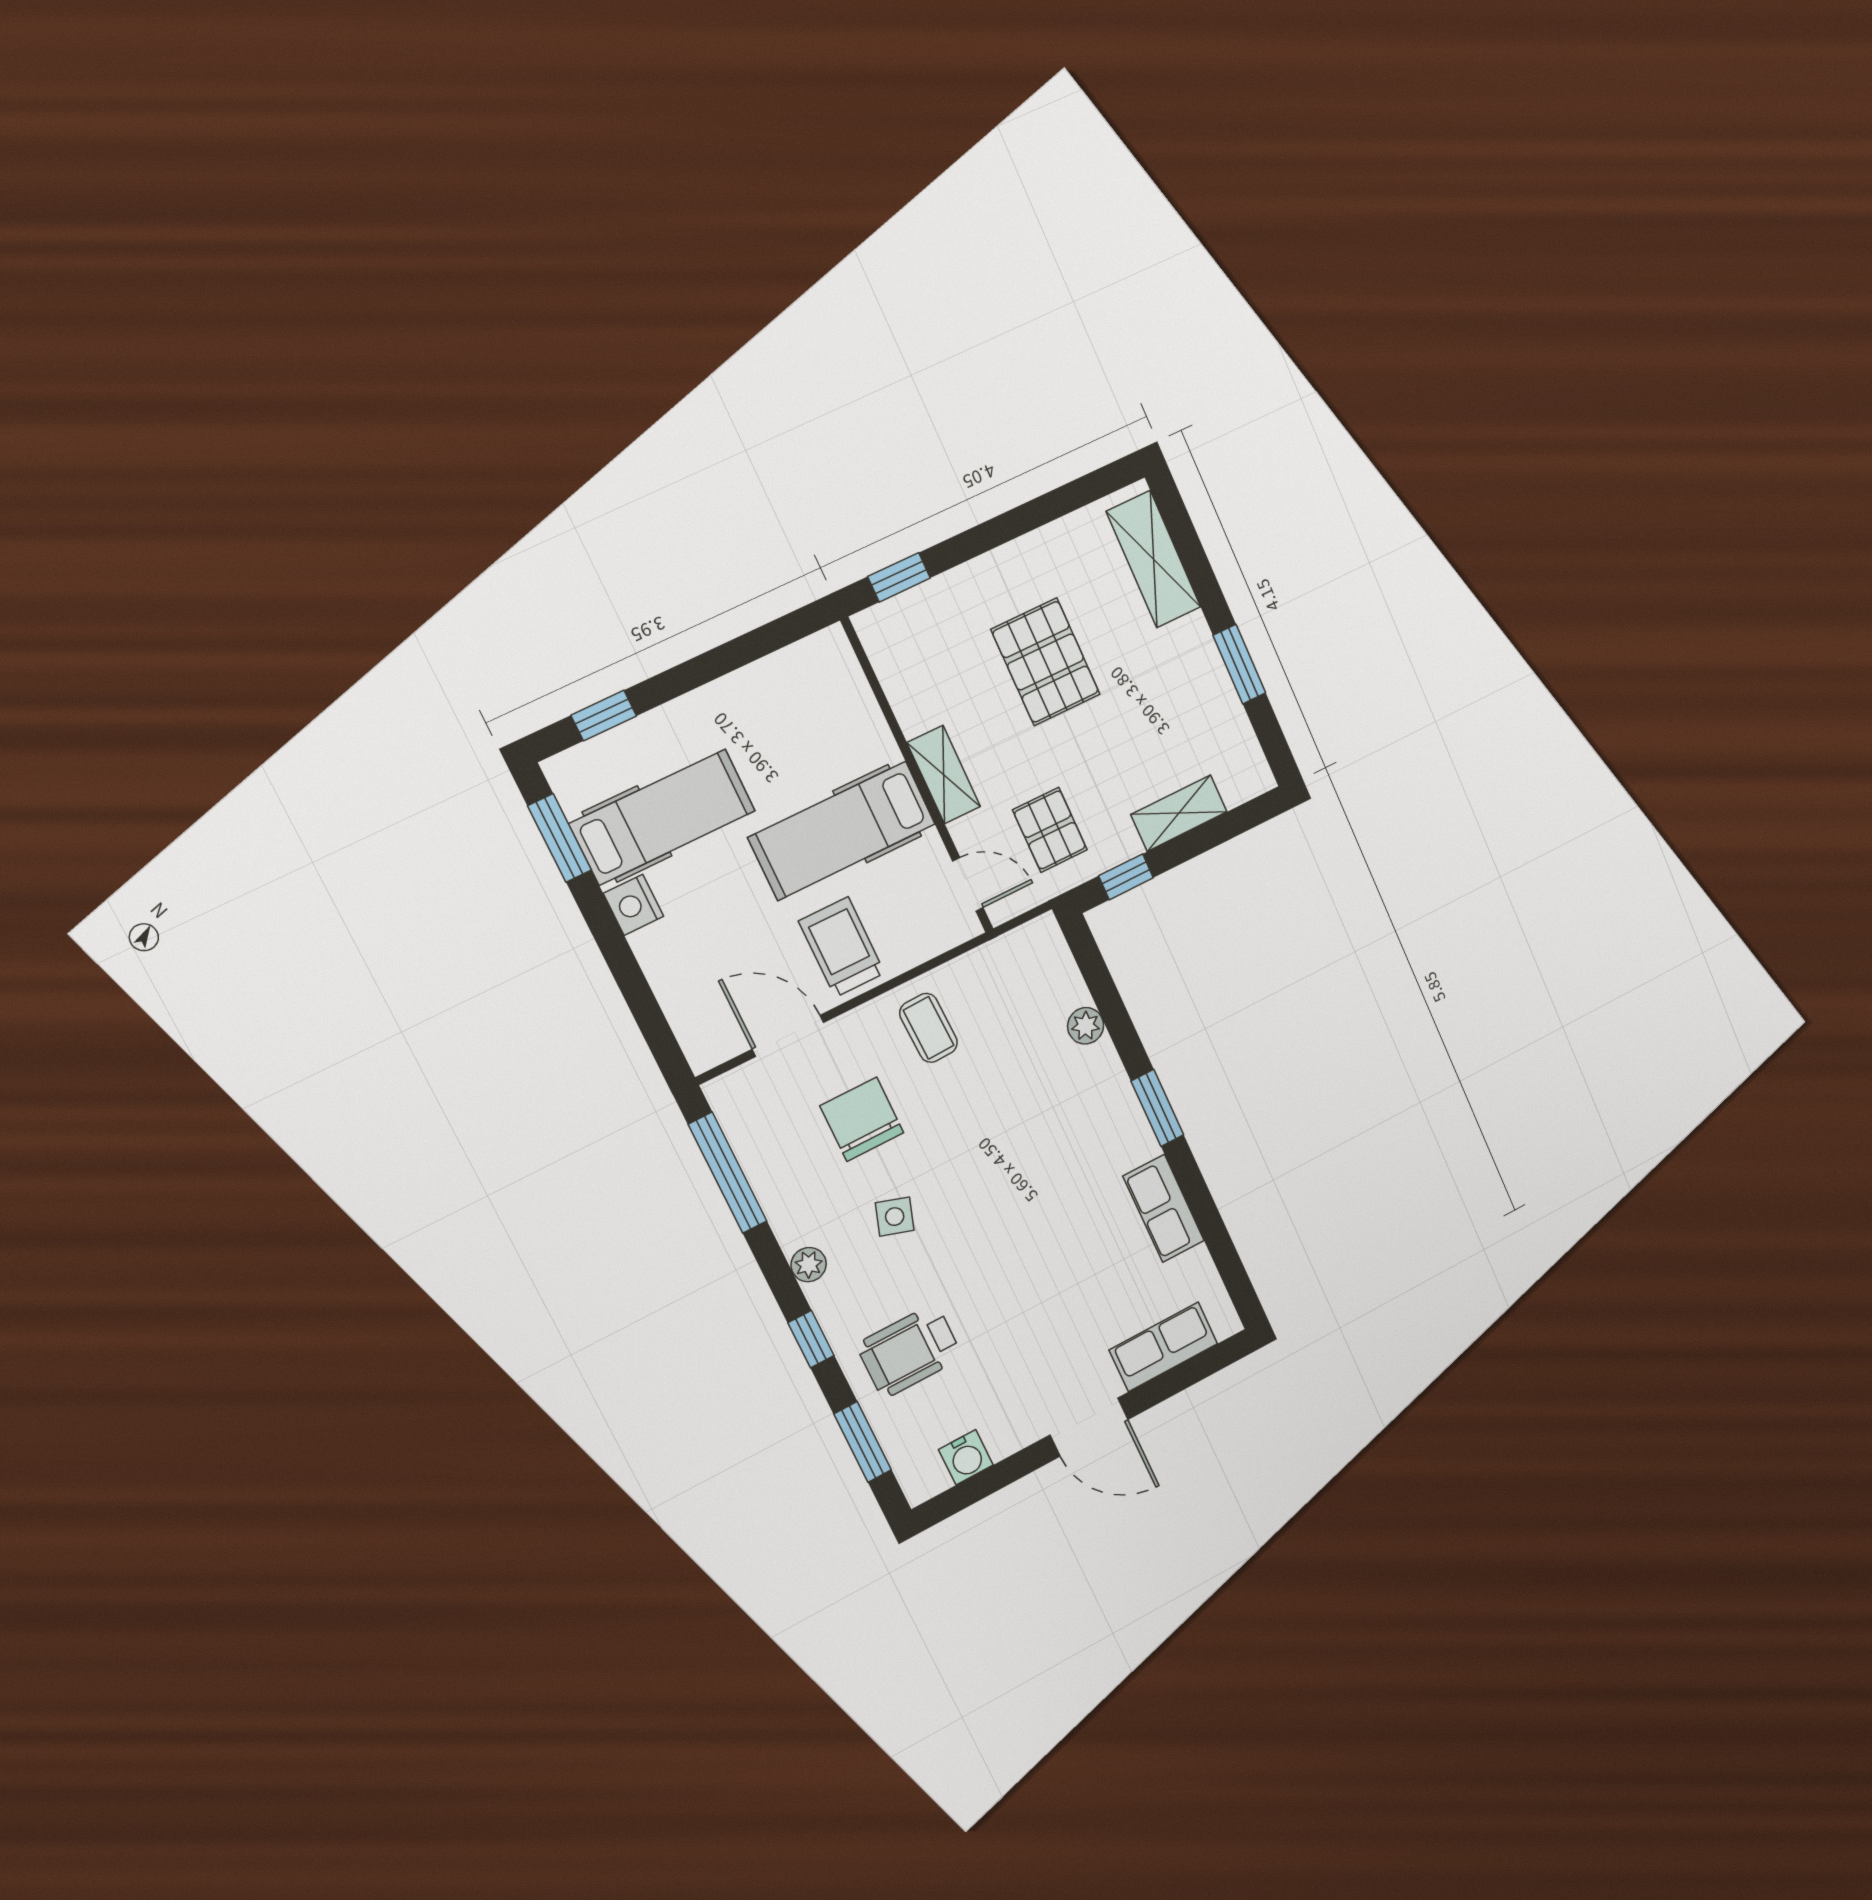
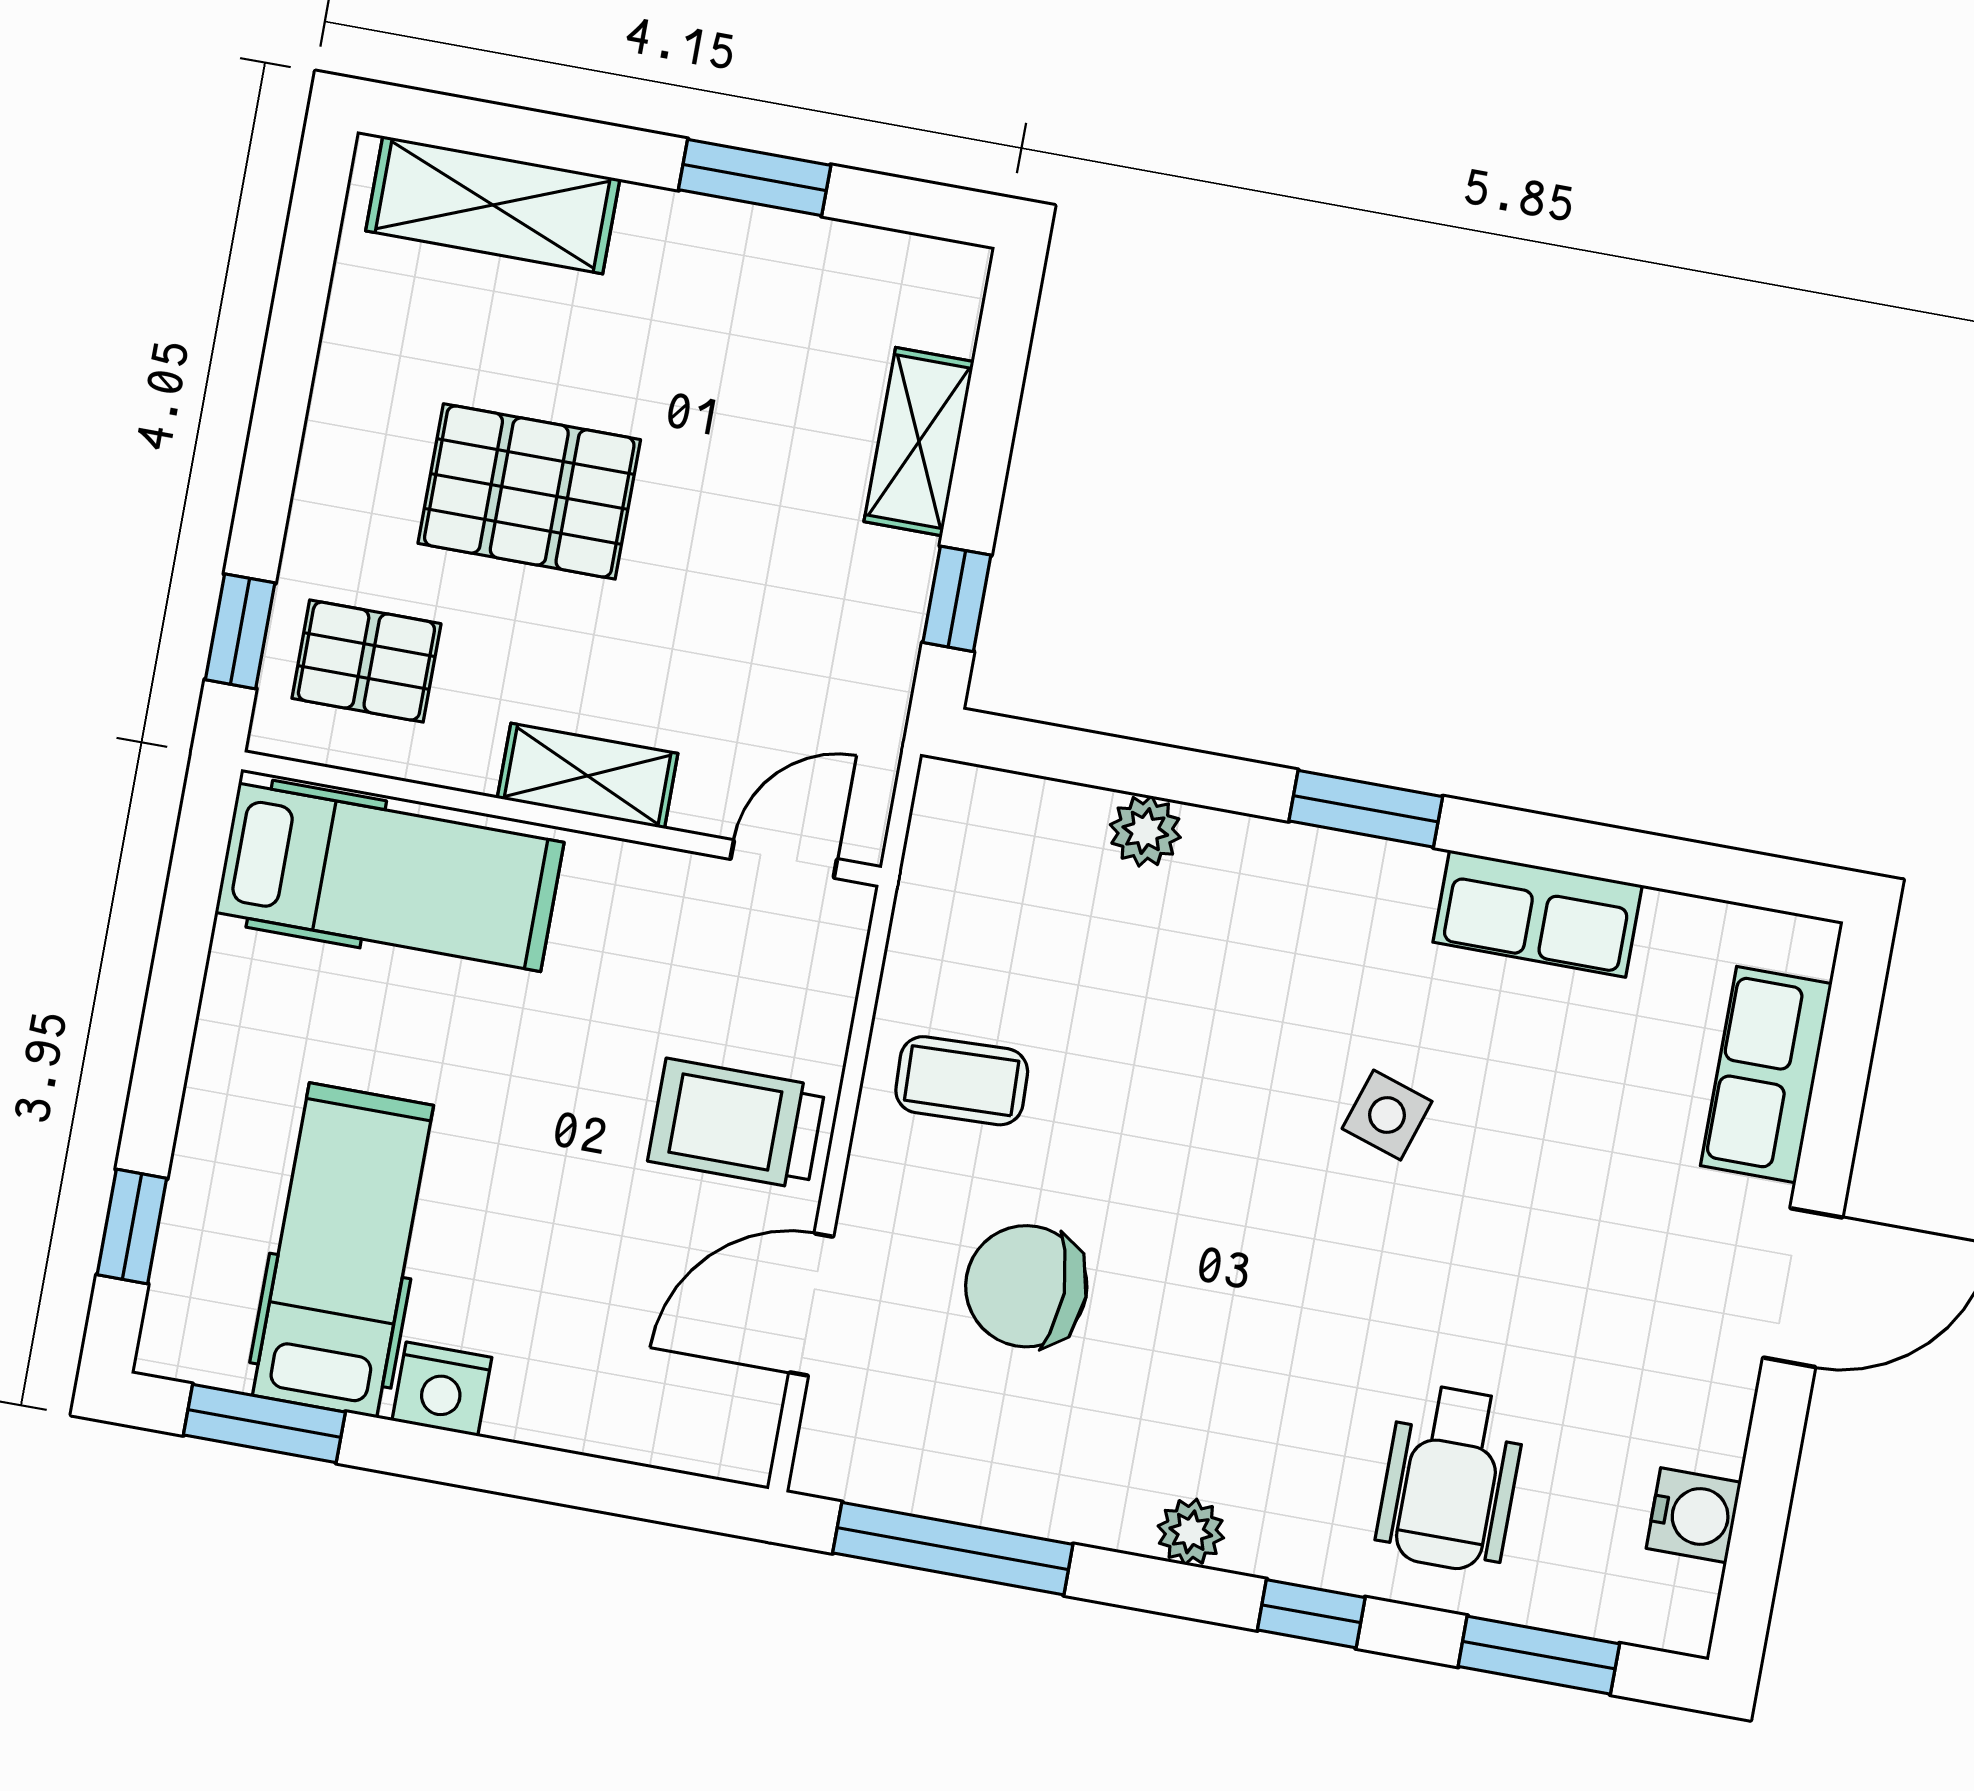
pallet: (1050, 830) -> (366, 661), moved
hospital bed: (842, 831) -> (390, 877), moved, turned -90
side table: (895, 1217) -> (1387, 1115), moved

